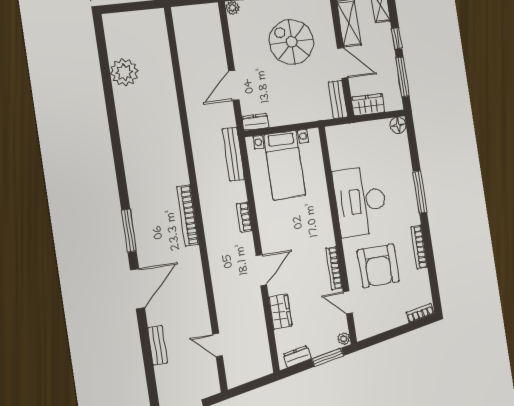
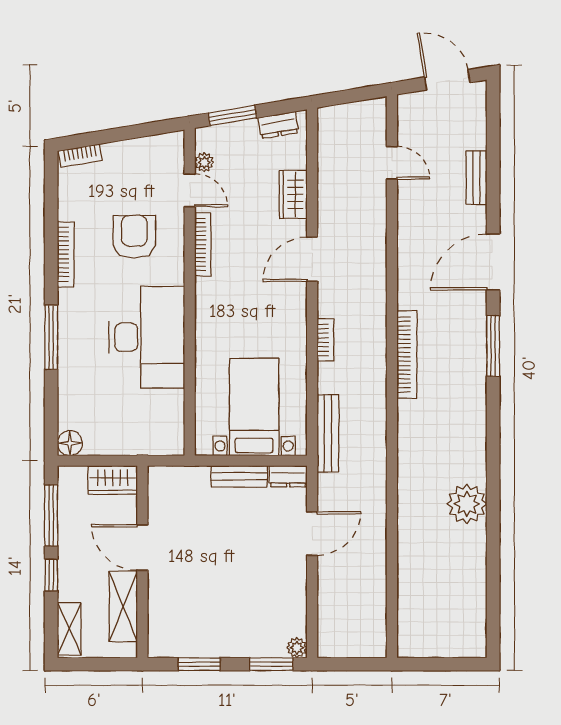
spiral stairs: (292, 42) -> (216, 588), removed
plant: (124, 72) -> (467, 504), moved
bench: (338, 99) -> (239, 476), moved, turned 90
armchair: (378, 266) -> (134, 237), width x0.73, depth x0.73
plant: (344, 339) -> (204, 162), moved

